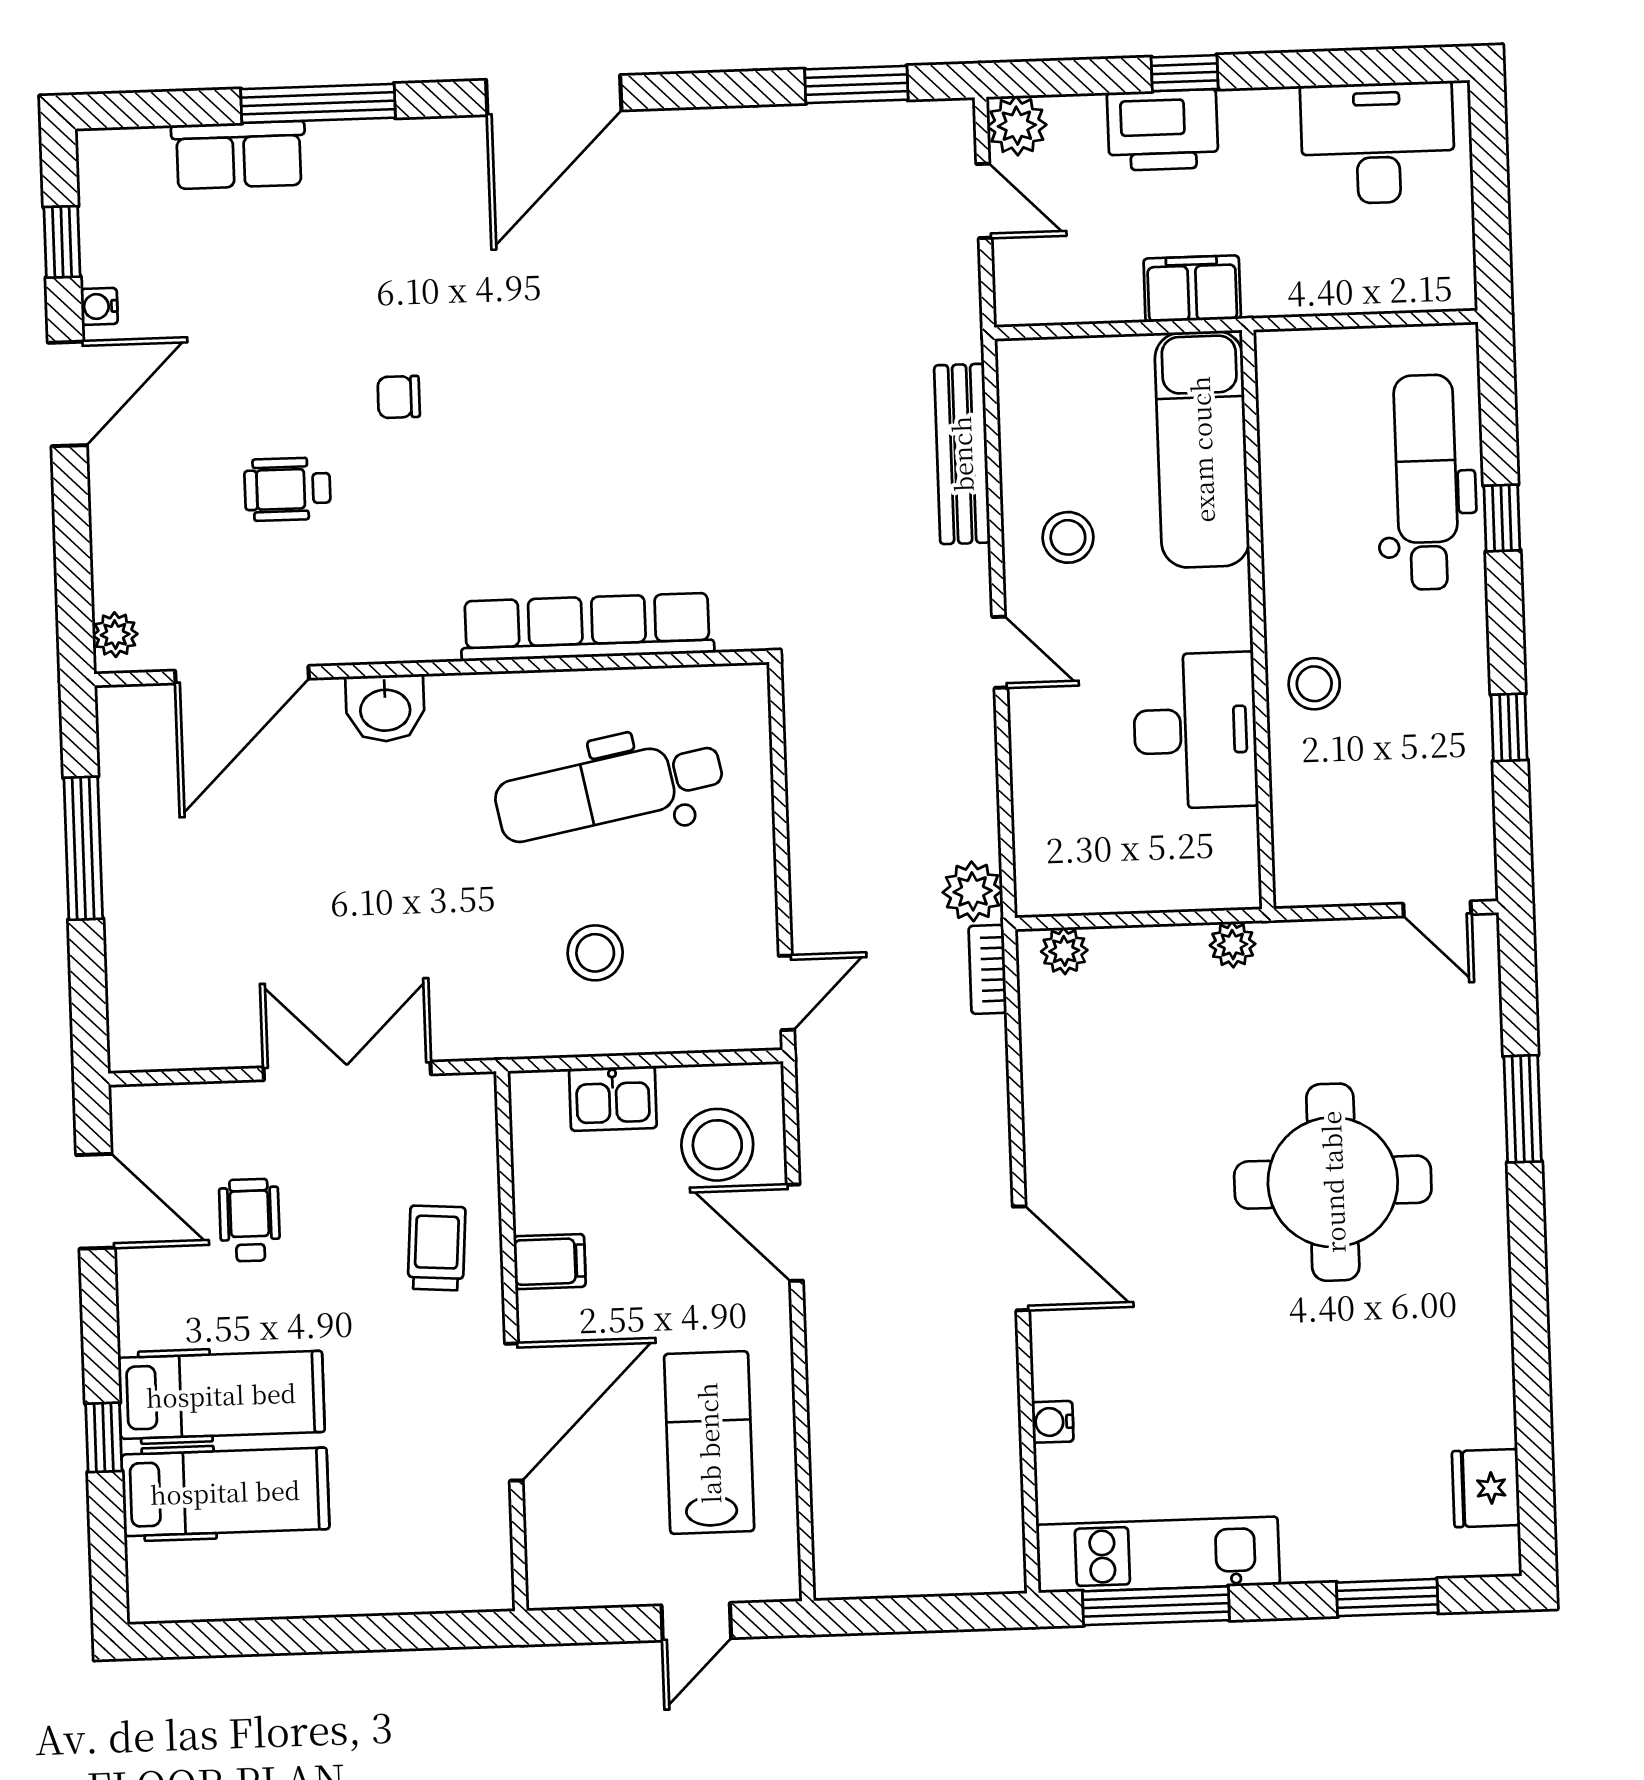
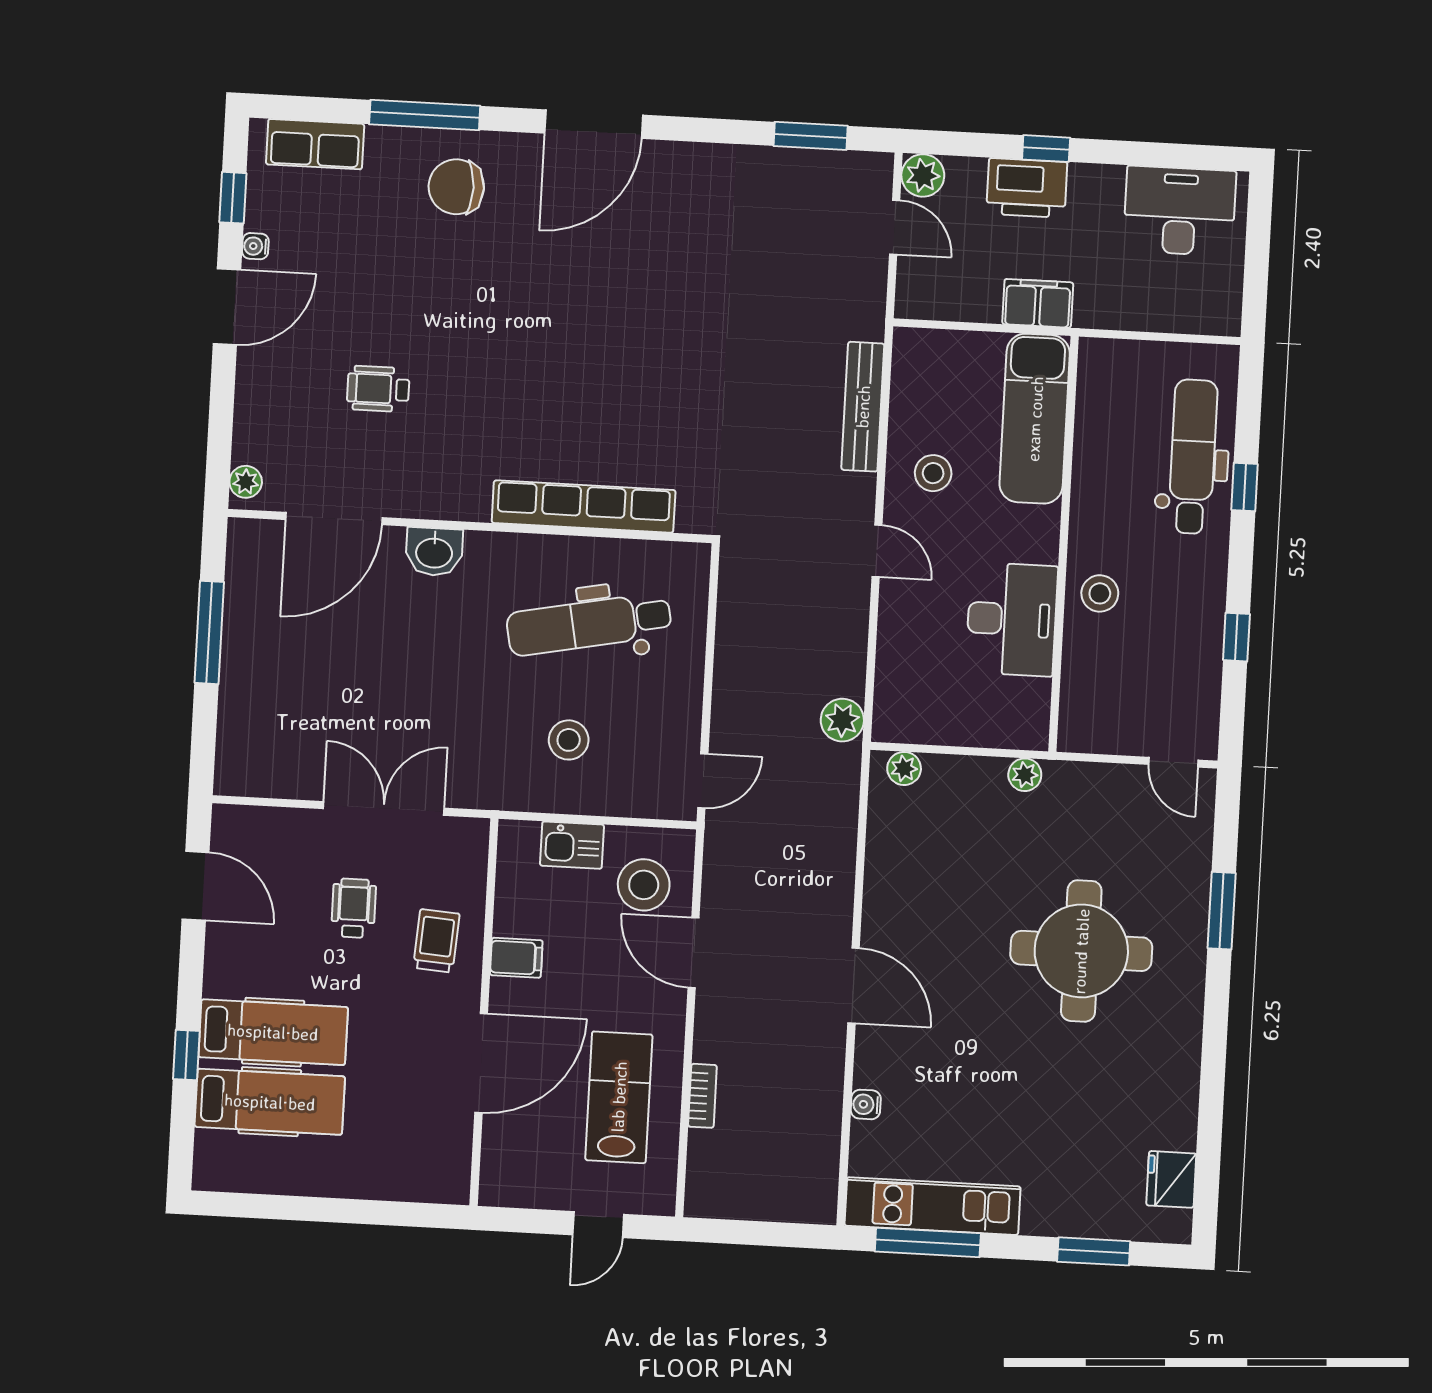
row of seats: (239, 155) -> (315, 144), moved
chair: (399, 397) -> (456, 187), moved, width x1.87, depth x1.87
bookcase: (988, 969) -> (702, 1096), moved, turned 180
wheelchair: (250, 1220) -> (354, 908), moved

